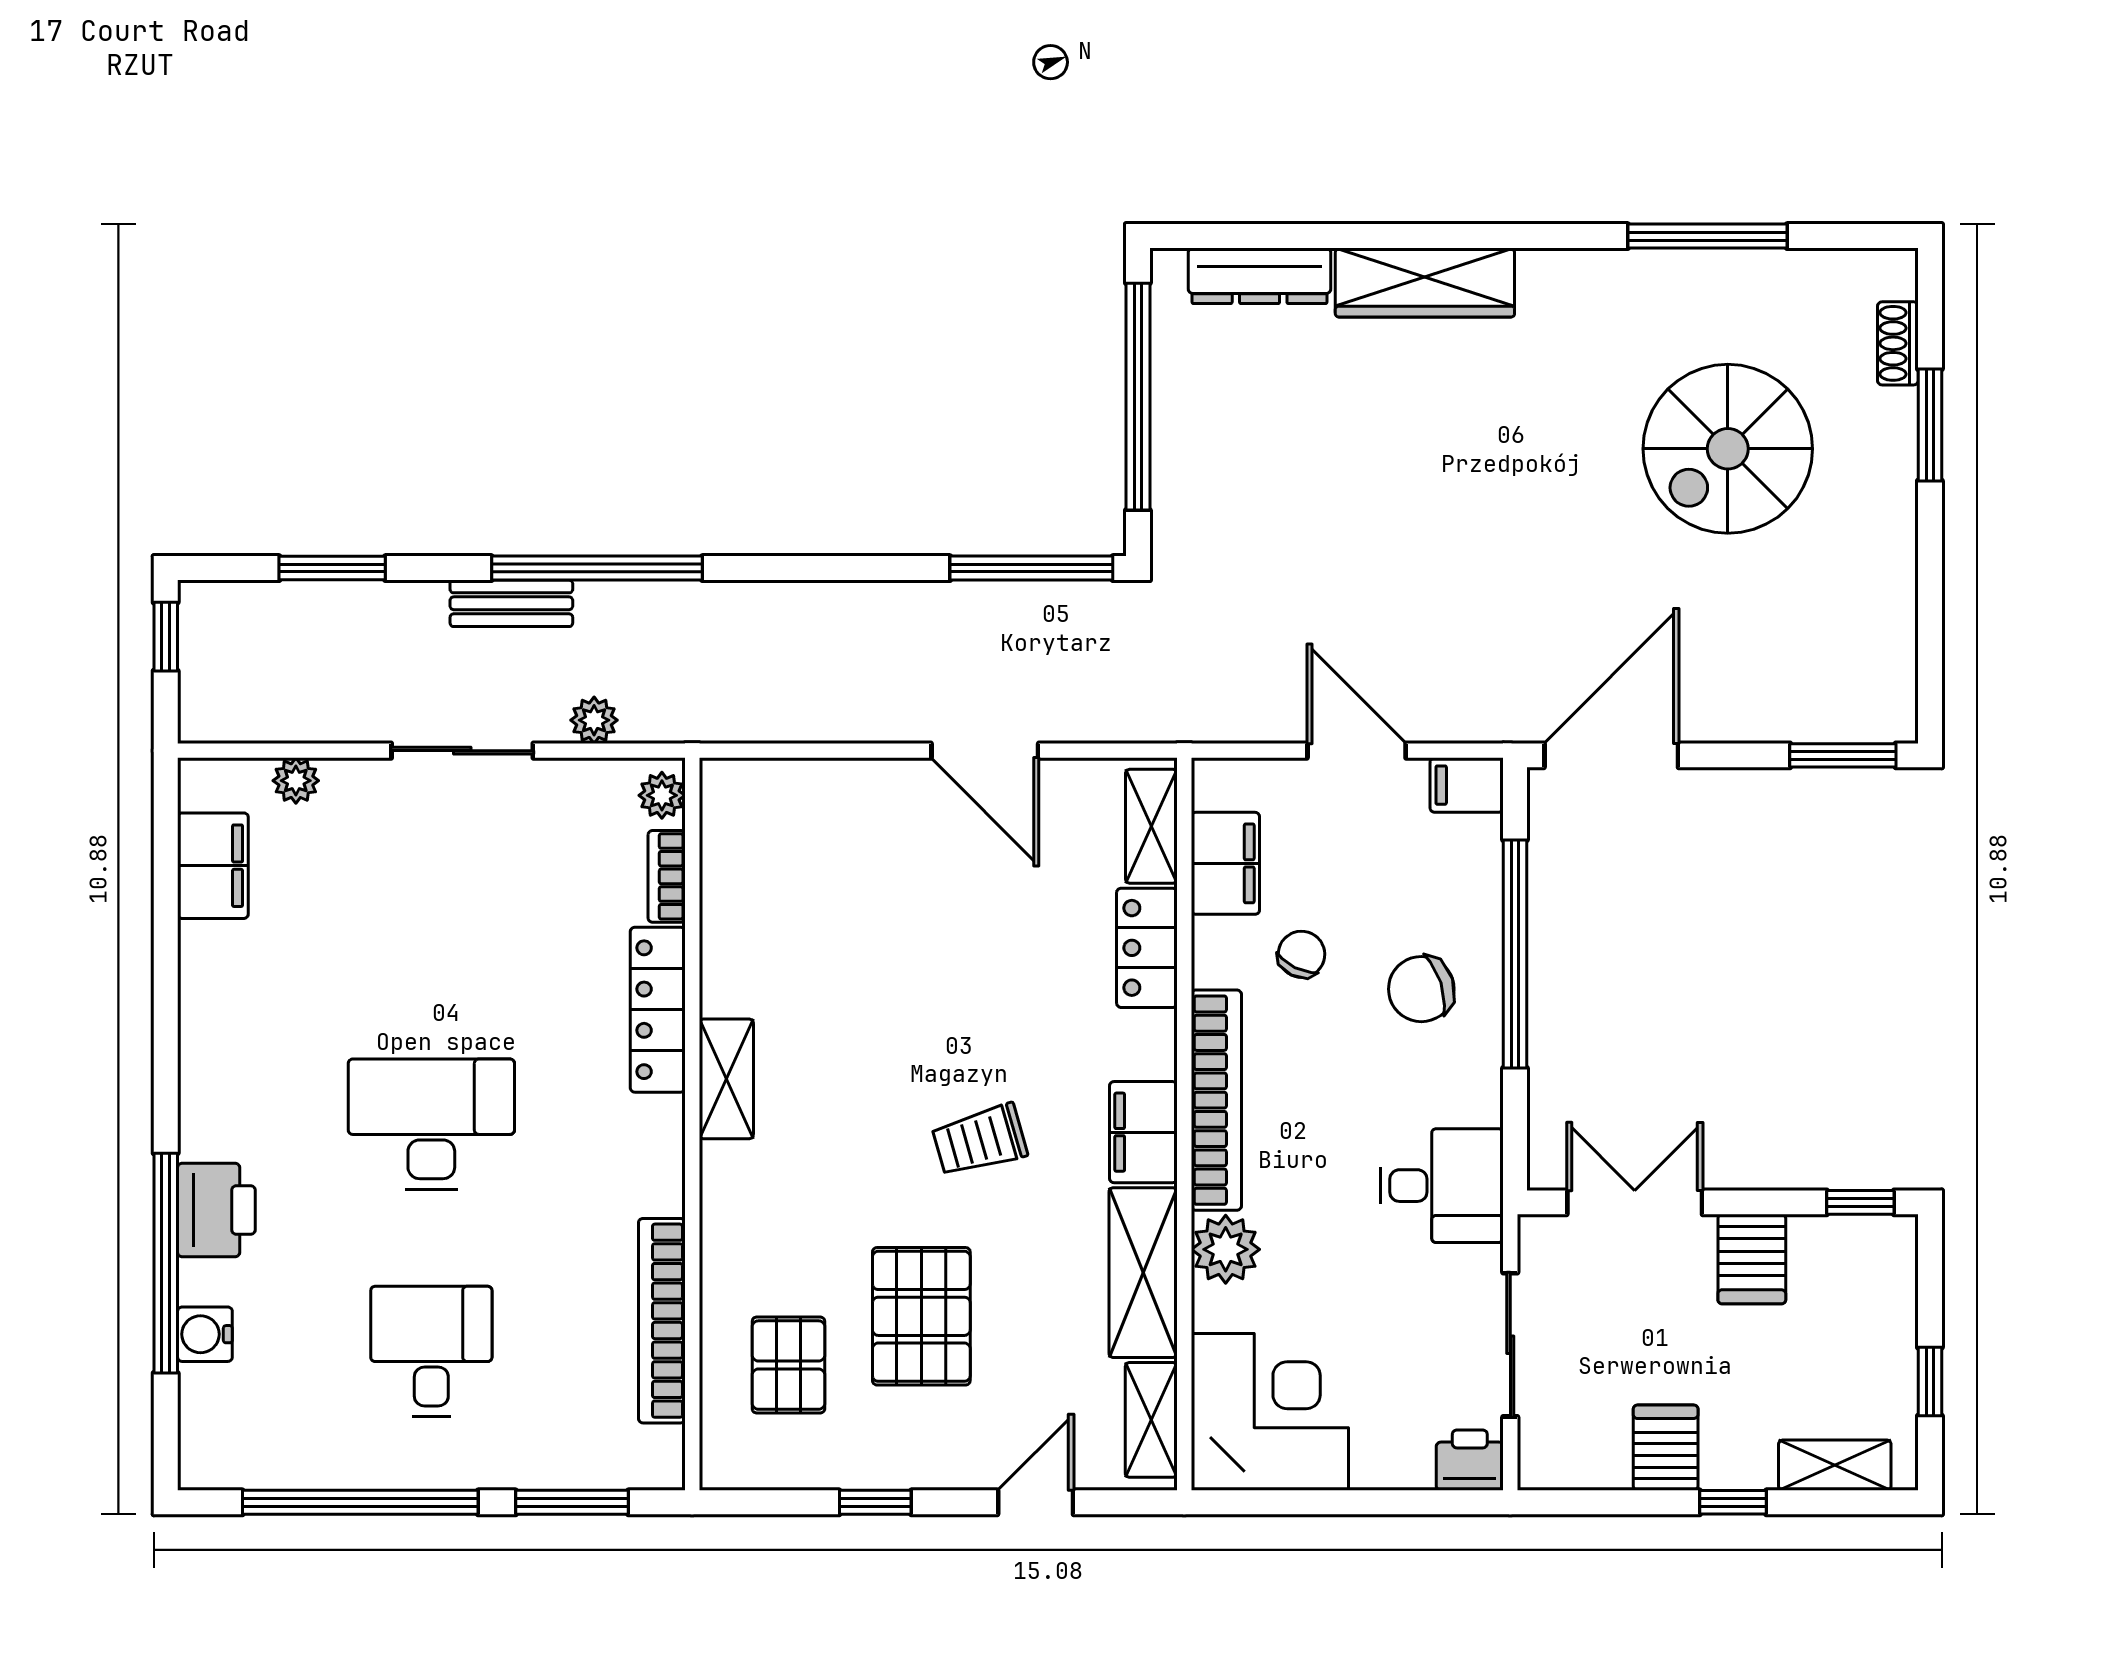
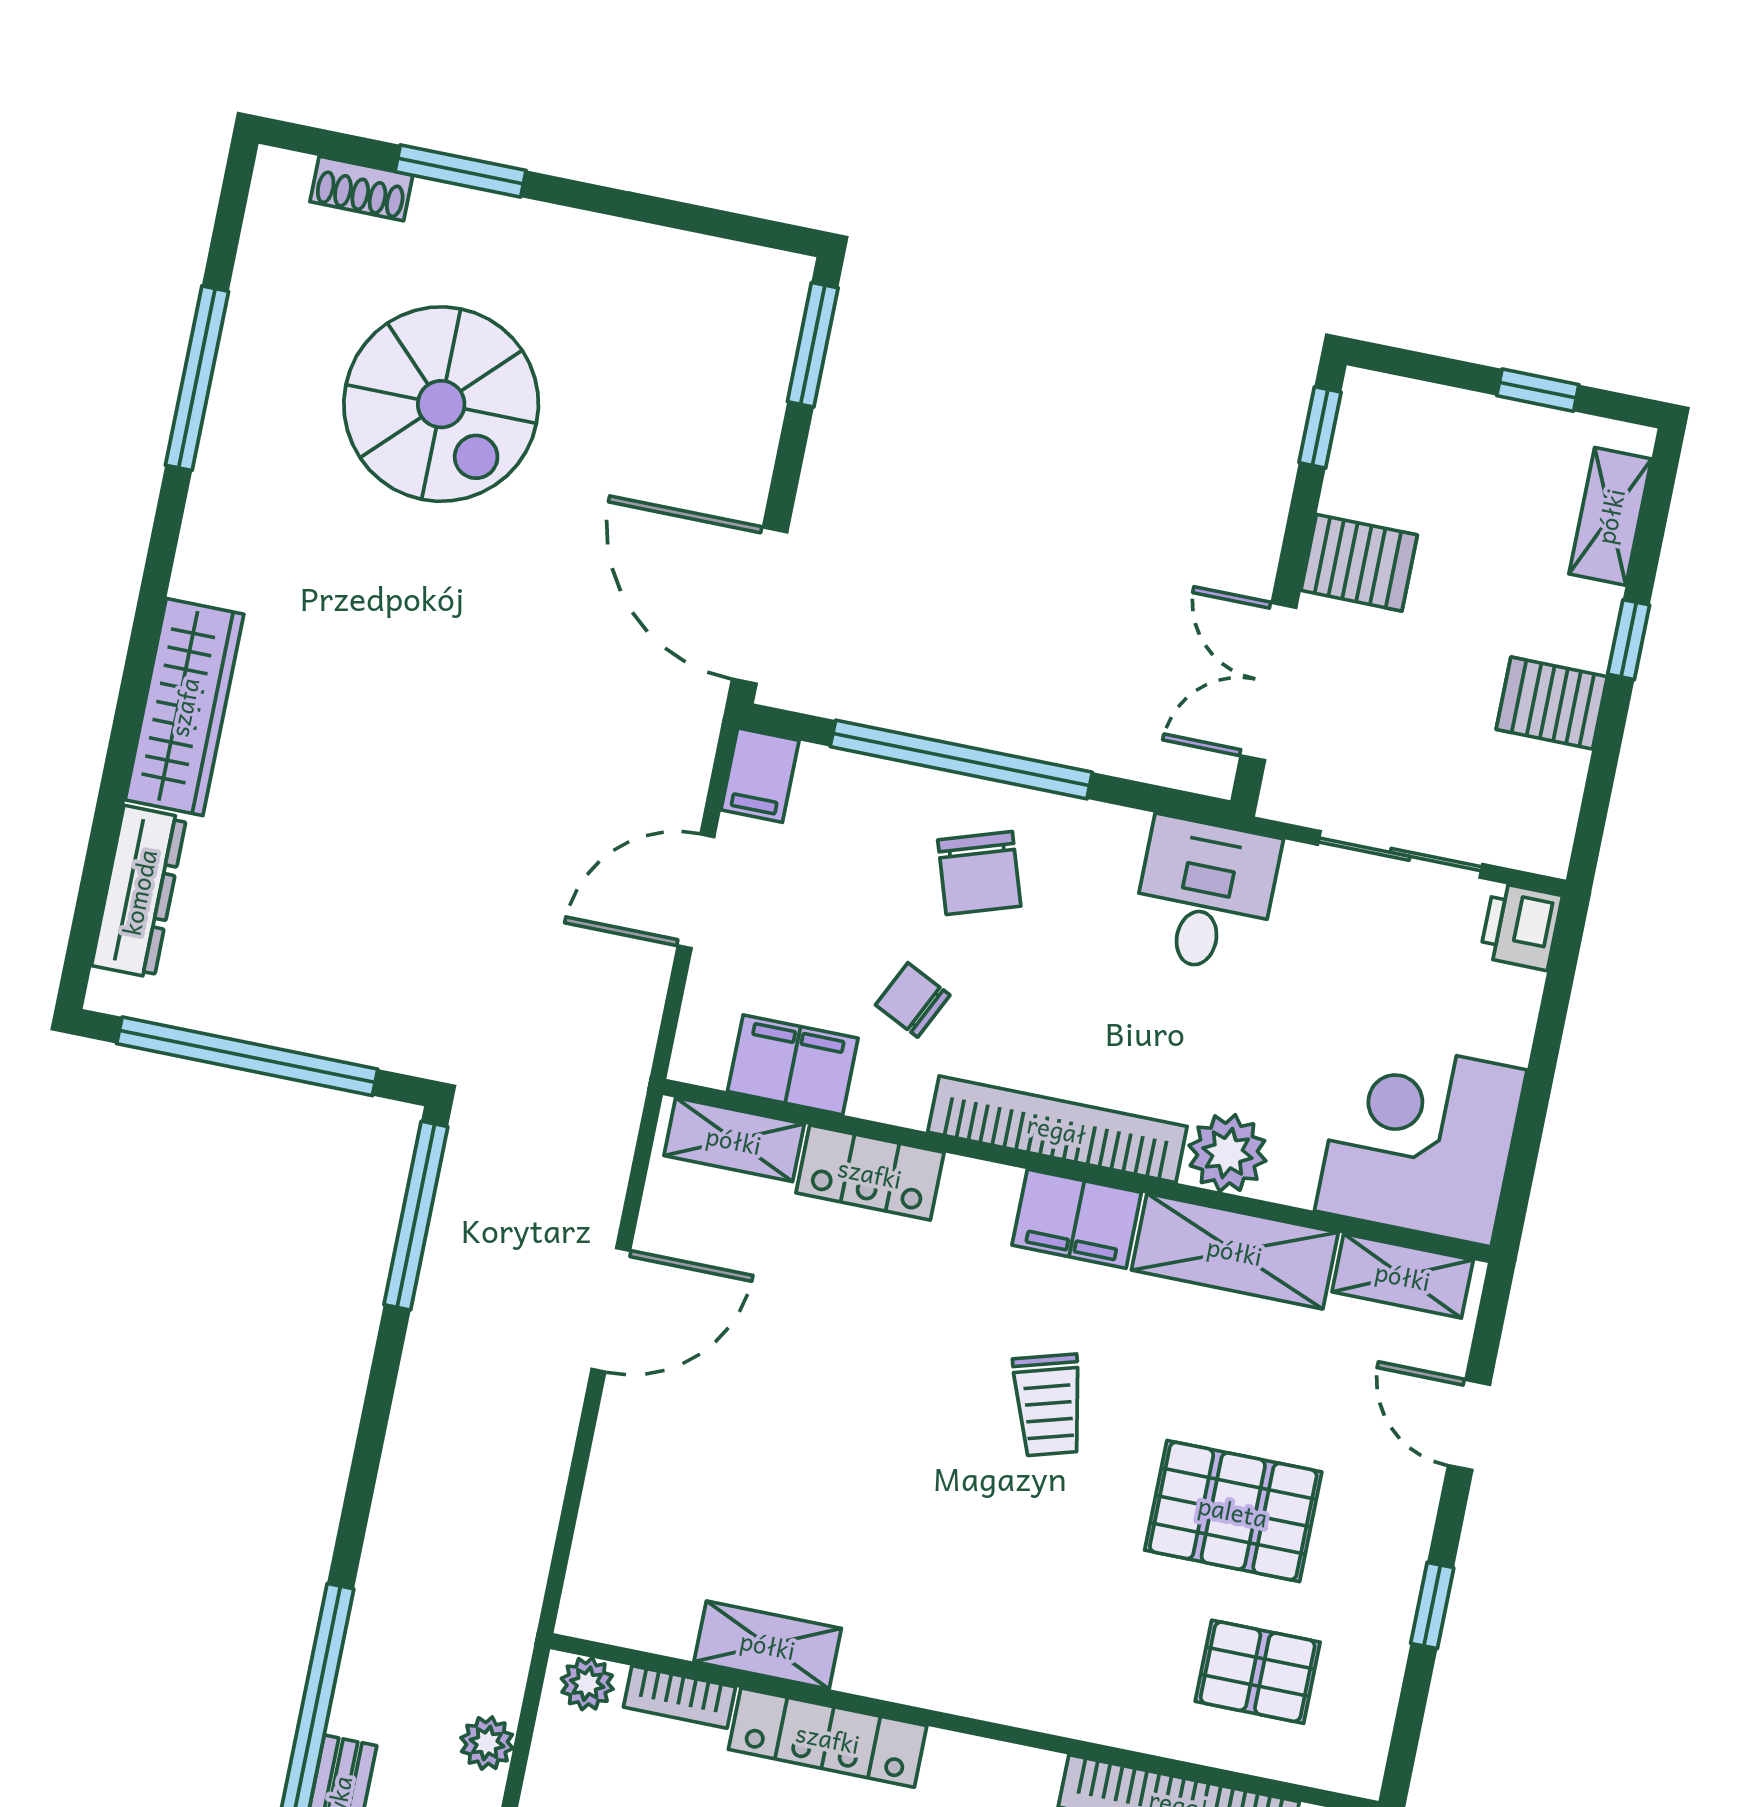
shelving: (726, 1079) -> (768, 1645), moved

